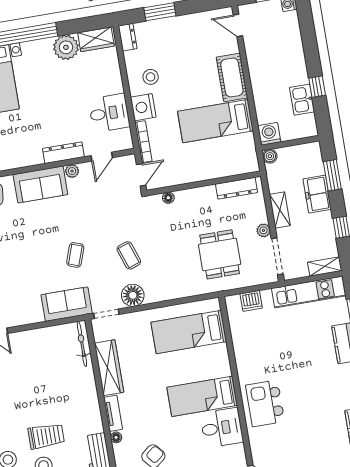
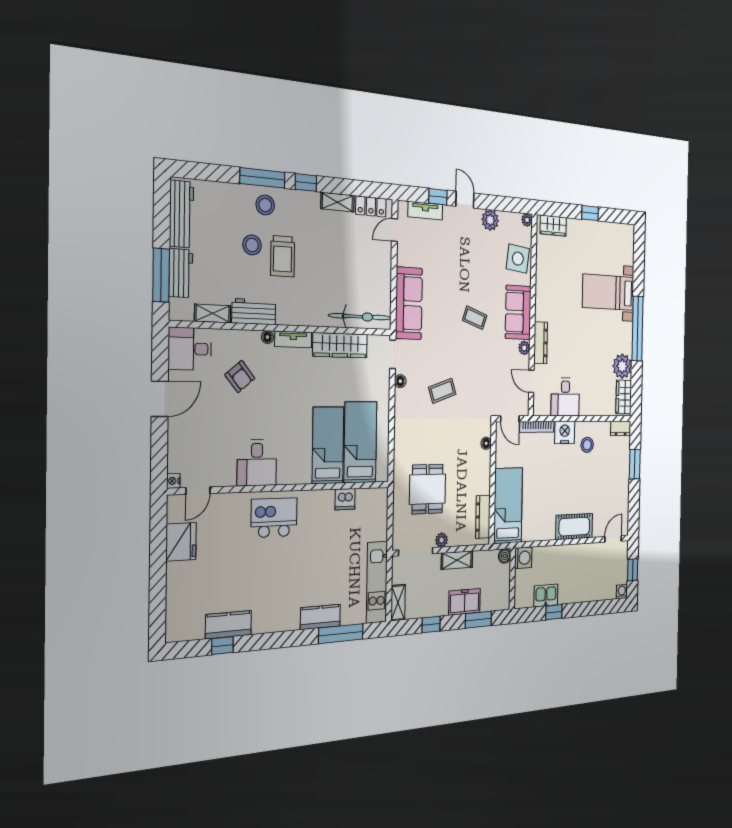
bed: (215, 121) -> (508, 506), moved
dining table: (220, 254) -> (427, 489), turned 90
coffee table: (75, 255) -> (475, 318), moved
floor lamp: (133, 295) -> (400, 381), width x0.53, depth x0.53
dishwasher: (251, 301) -> (345, 499), moved, turned -90
sofa: (67, 304) -> (409, 303), width x1.36
bicycle: (82, 344) -> (360, 317), width x1.37, depth x1.40
bed: (202, 396) -> (328, 445), moved

